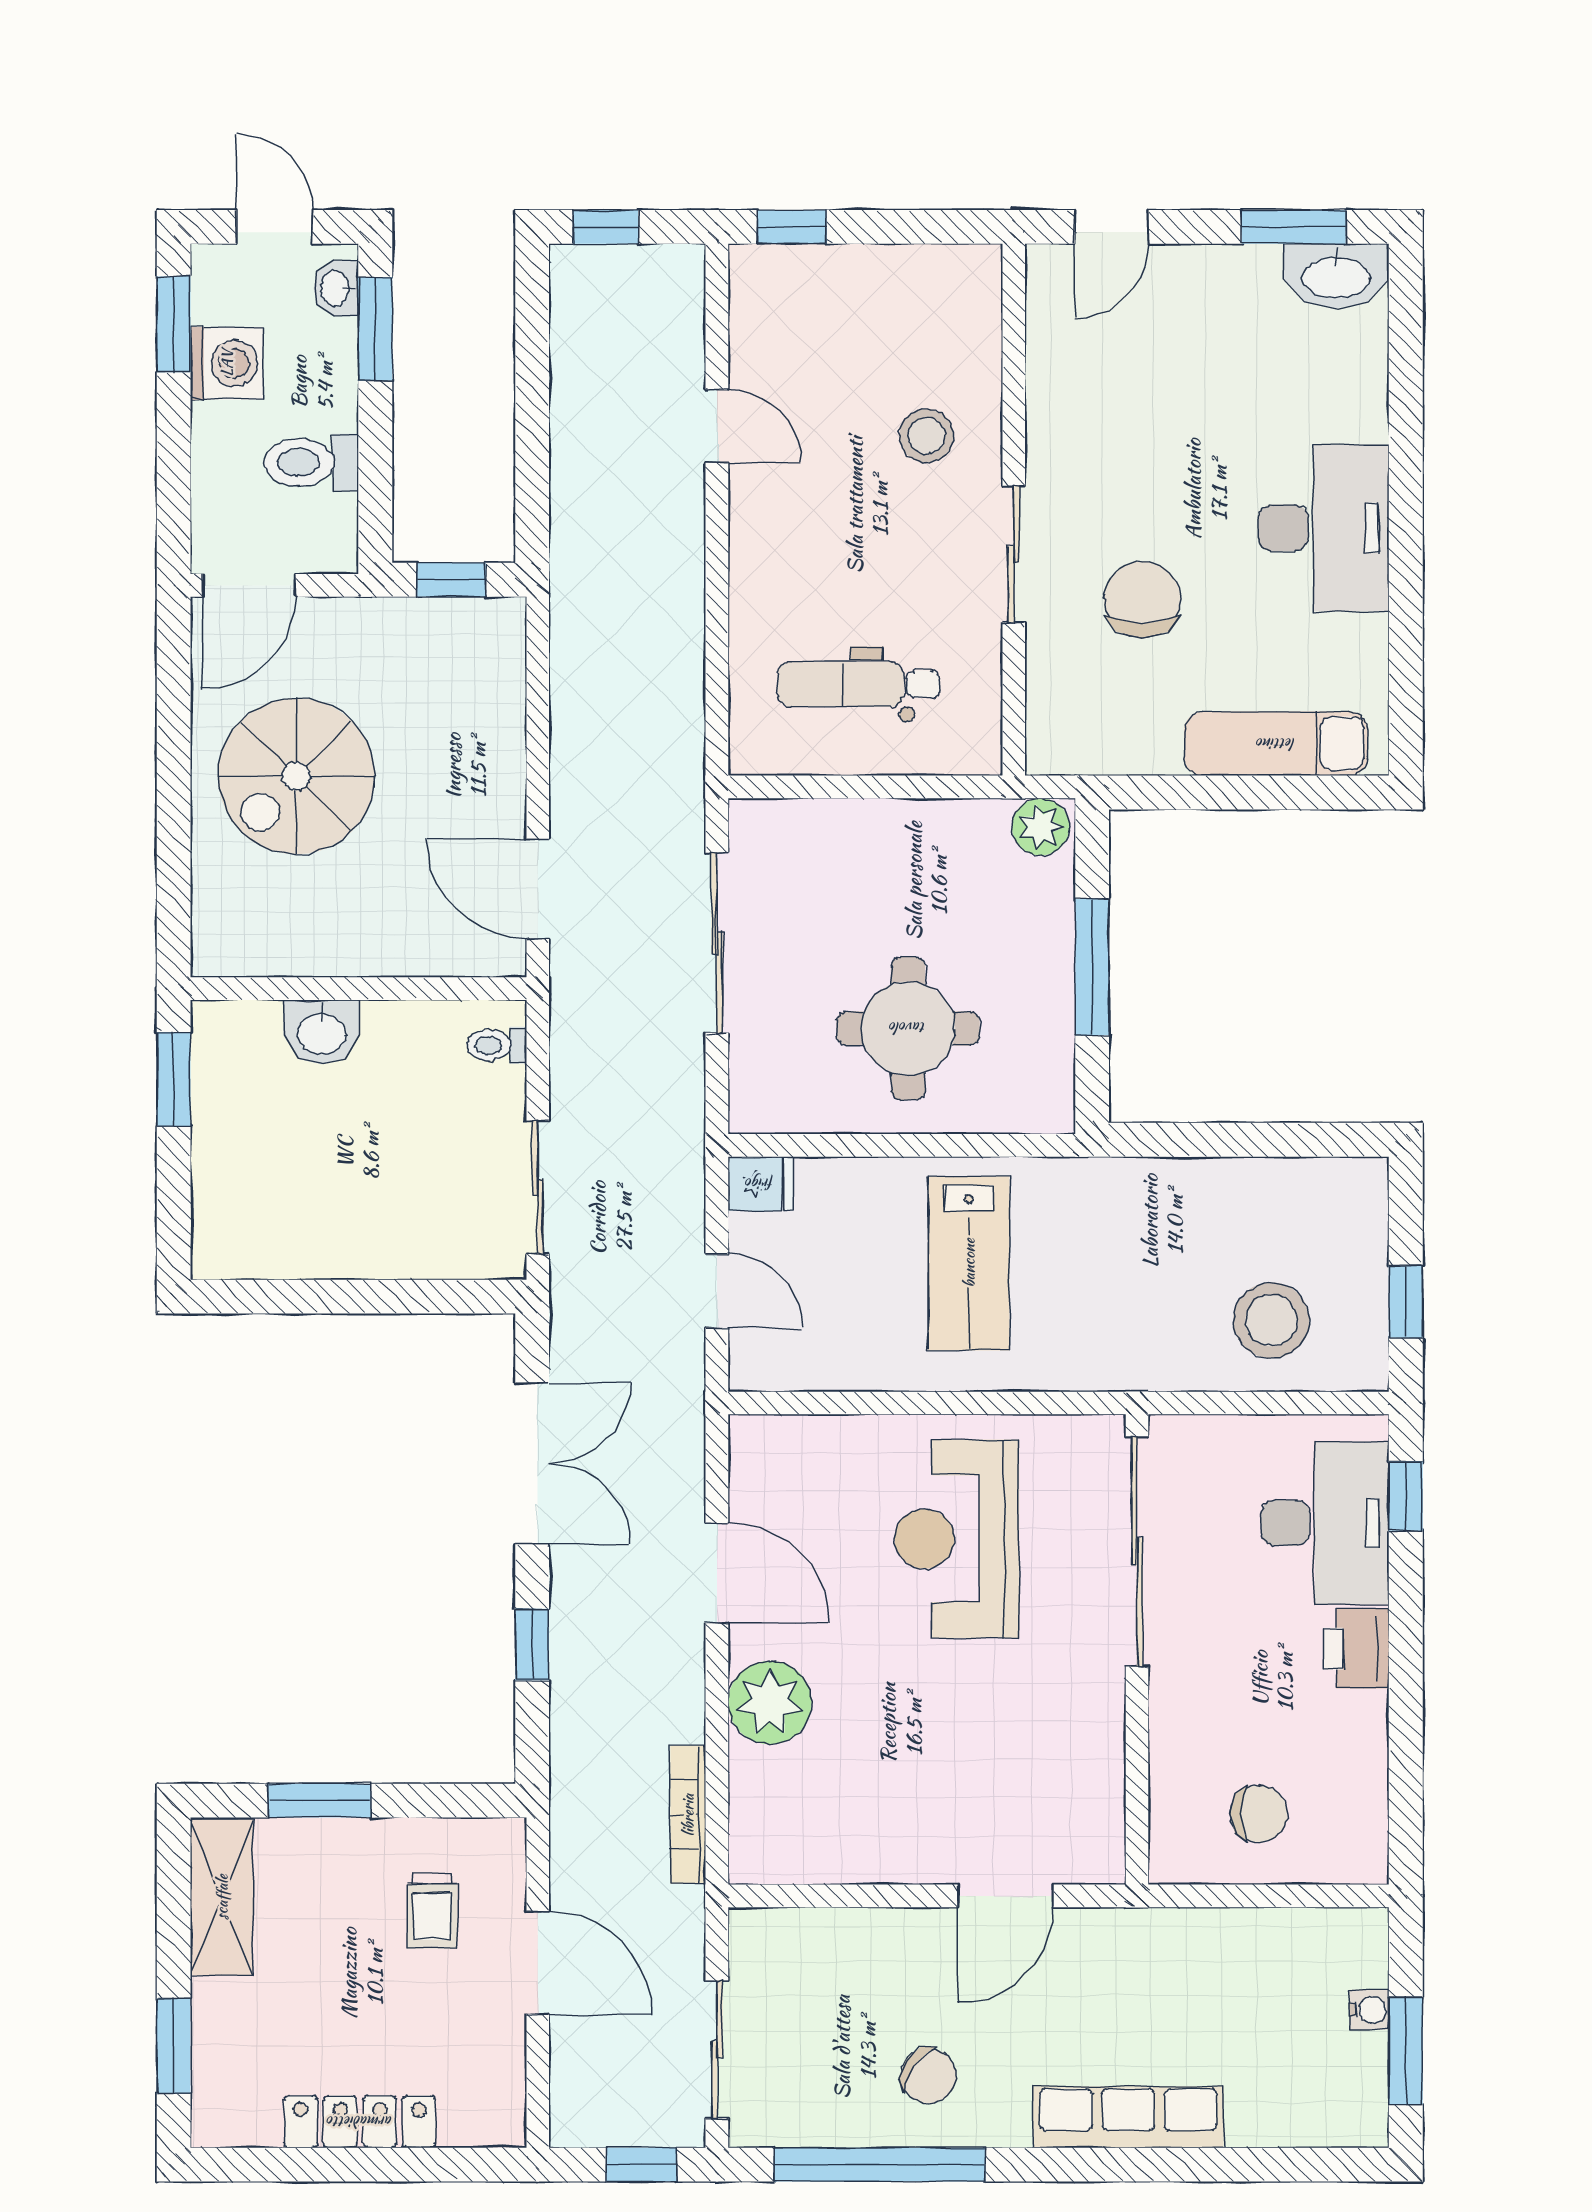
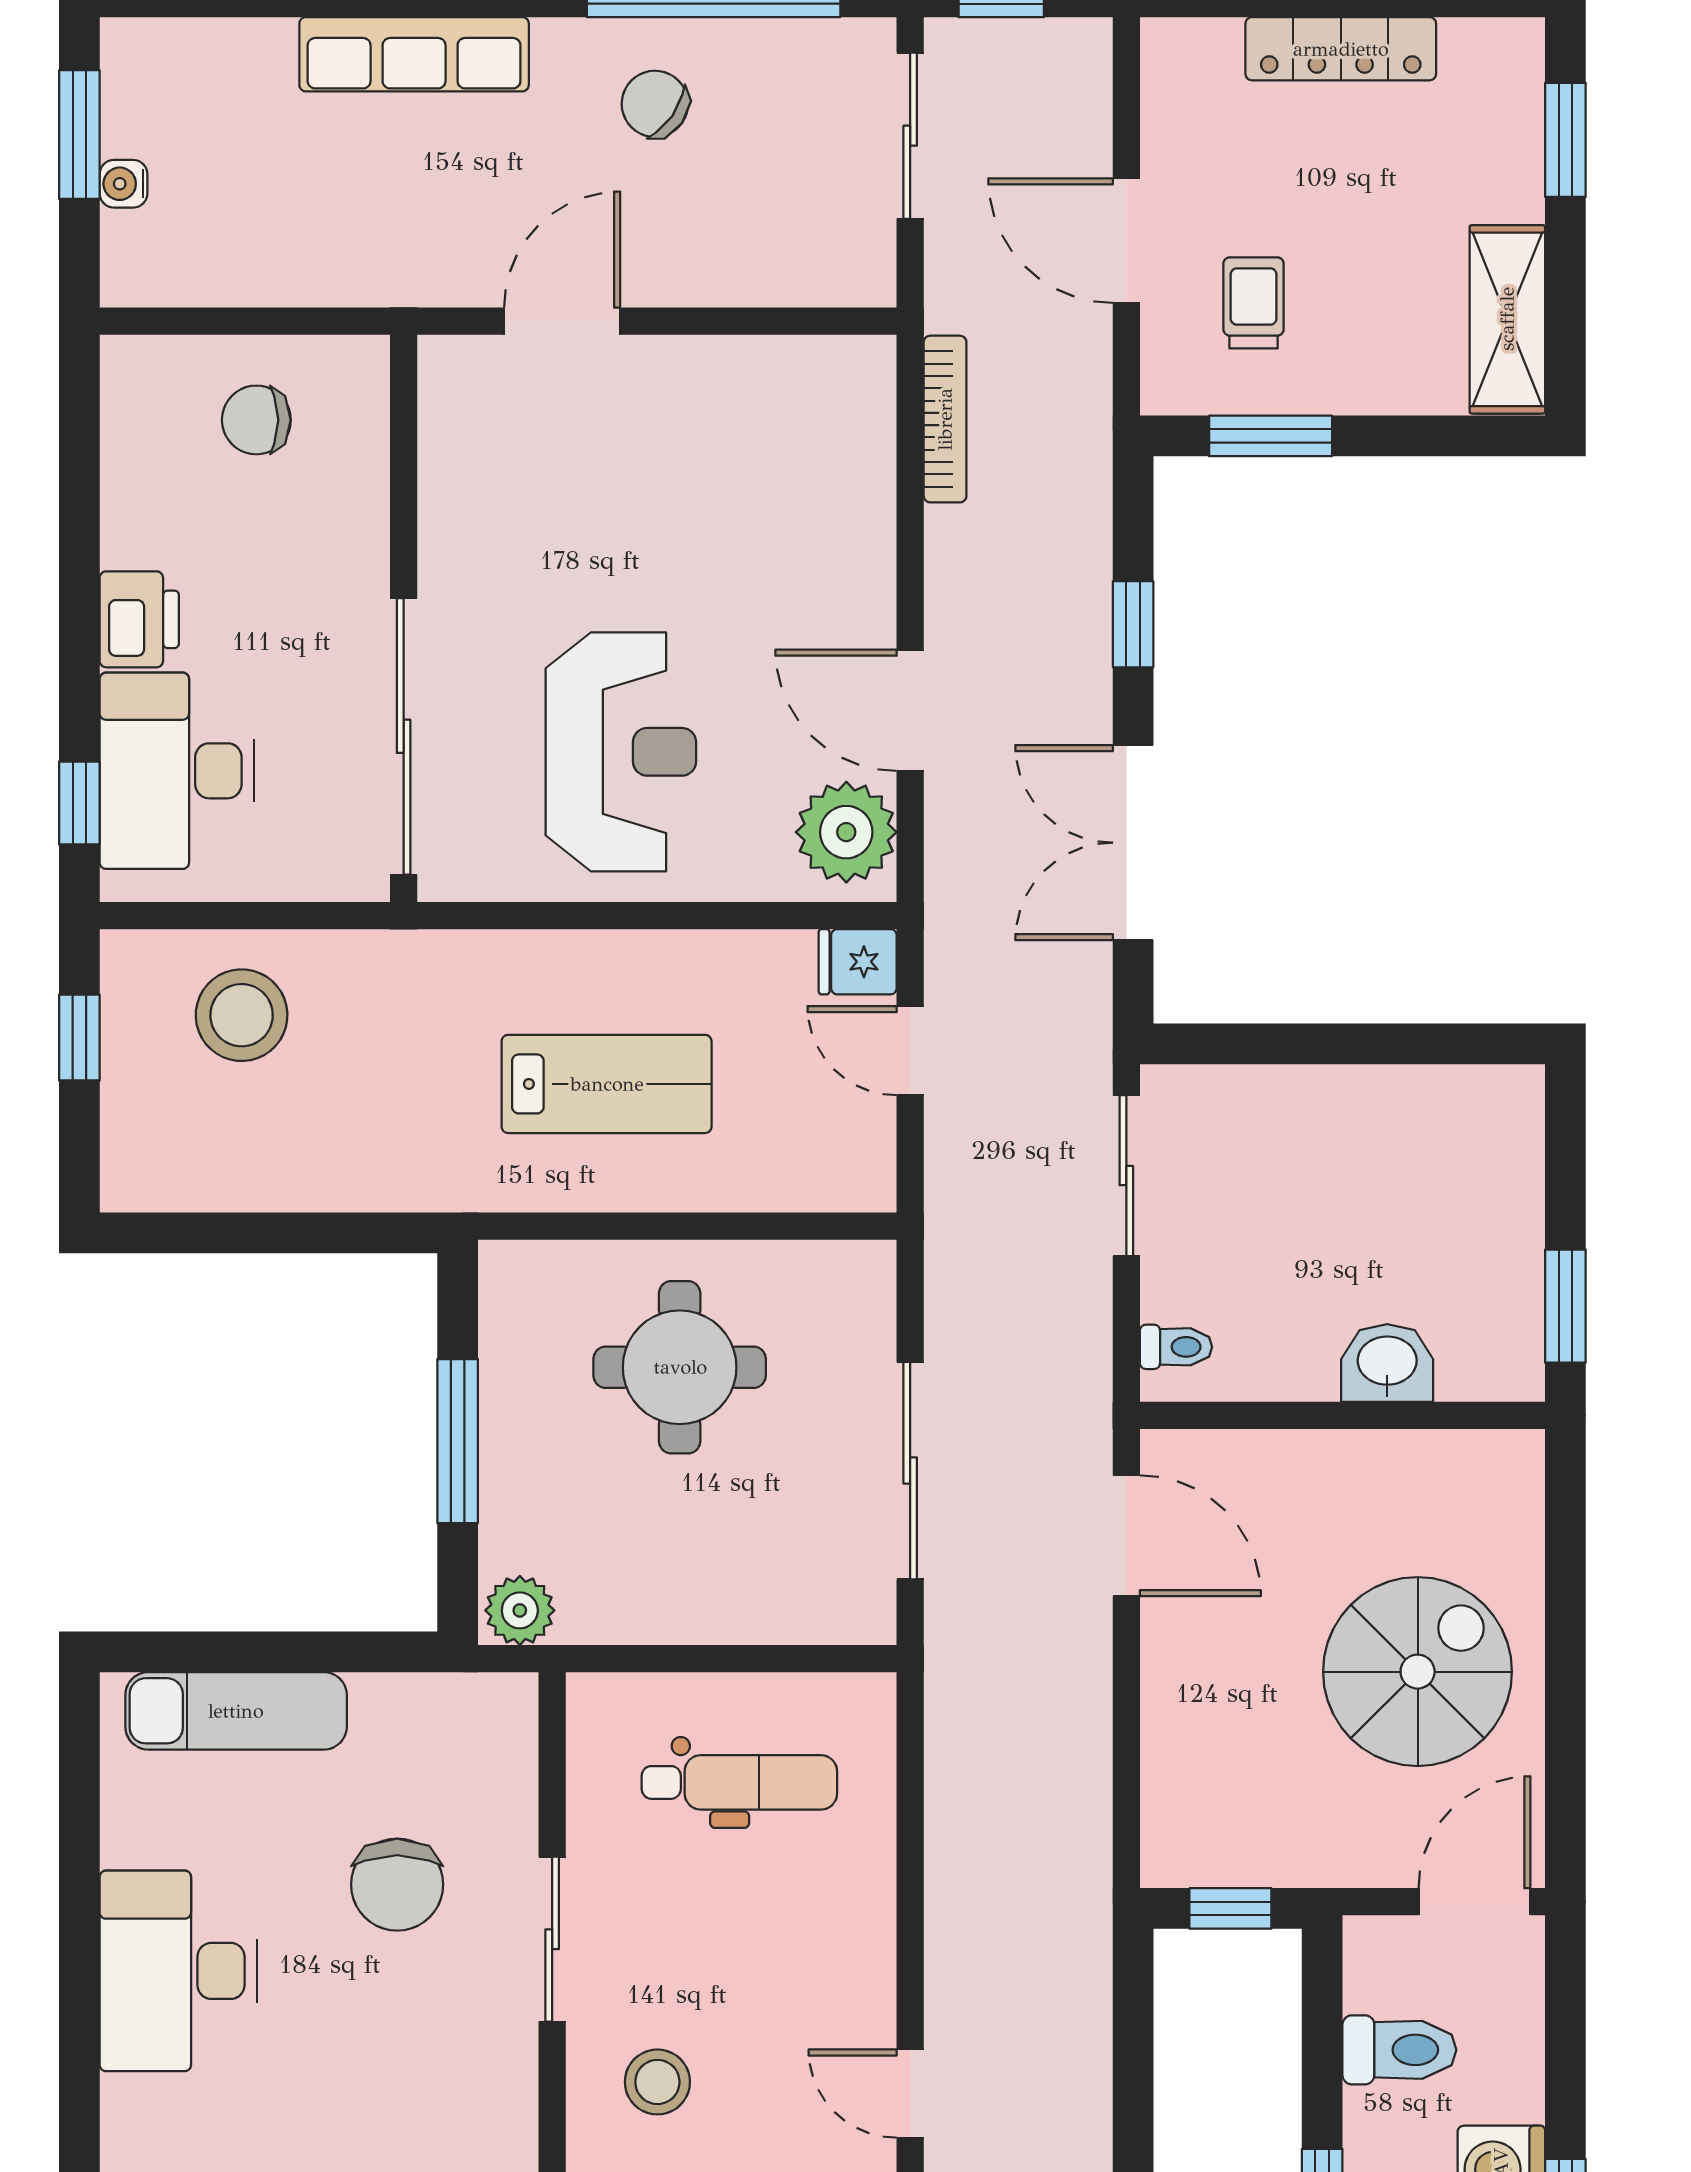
fridge: (760, 1184) -> (858, 962), moved
lab bench: (969, 1263) -> (607, 1084), turned 90
plant: (770, 1703) -> (846, 832), moved
window: (320, 1801) -> (1271, 436), moved

